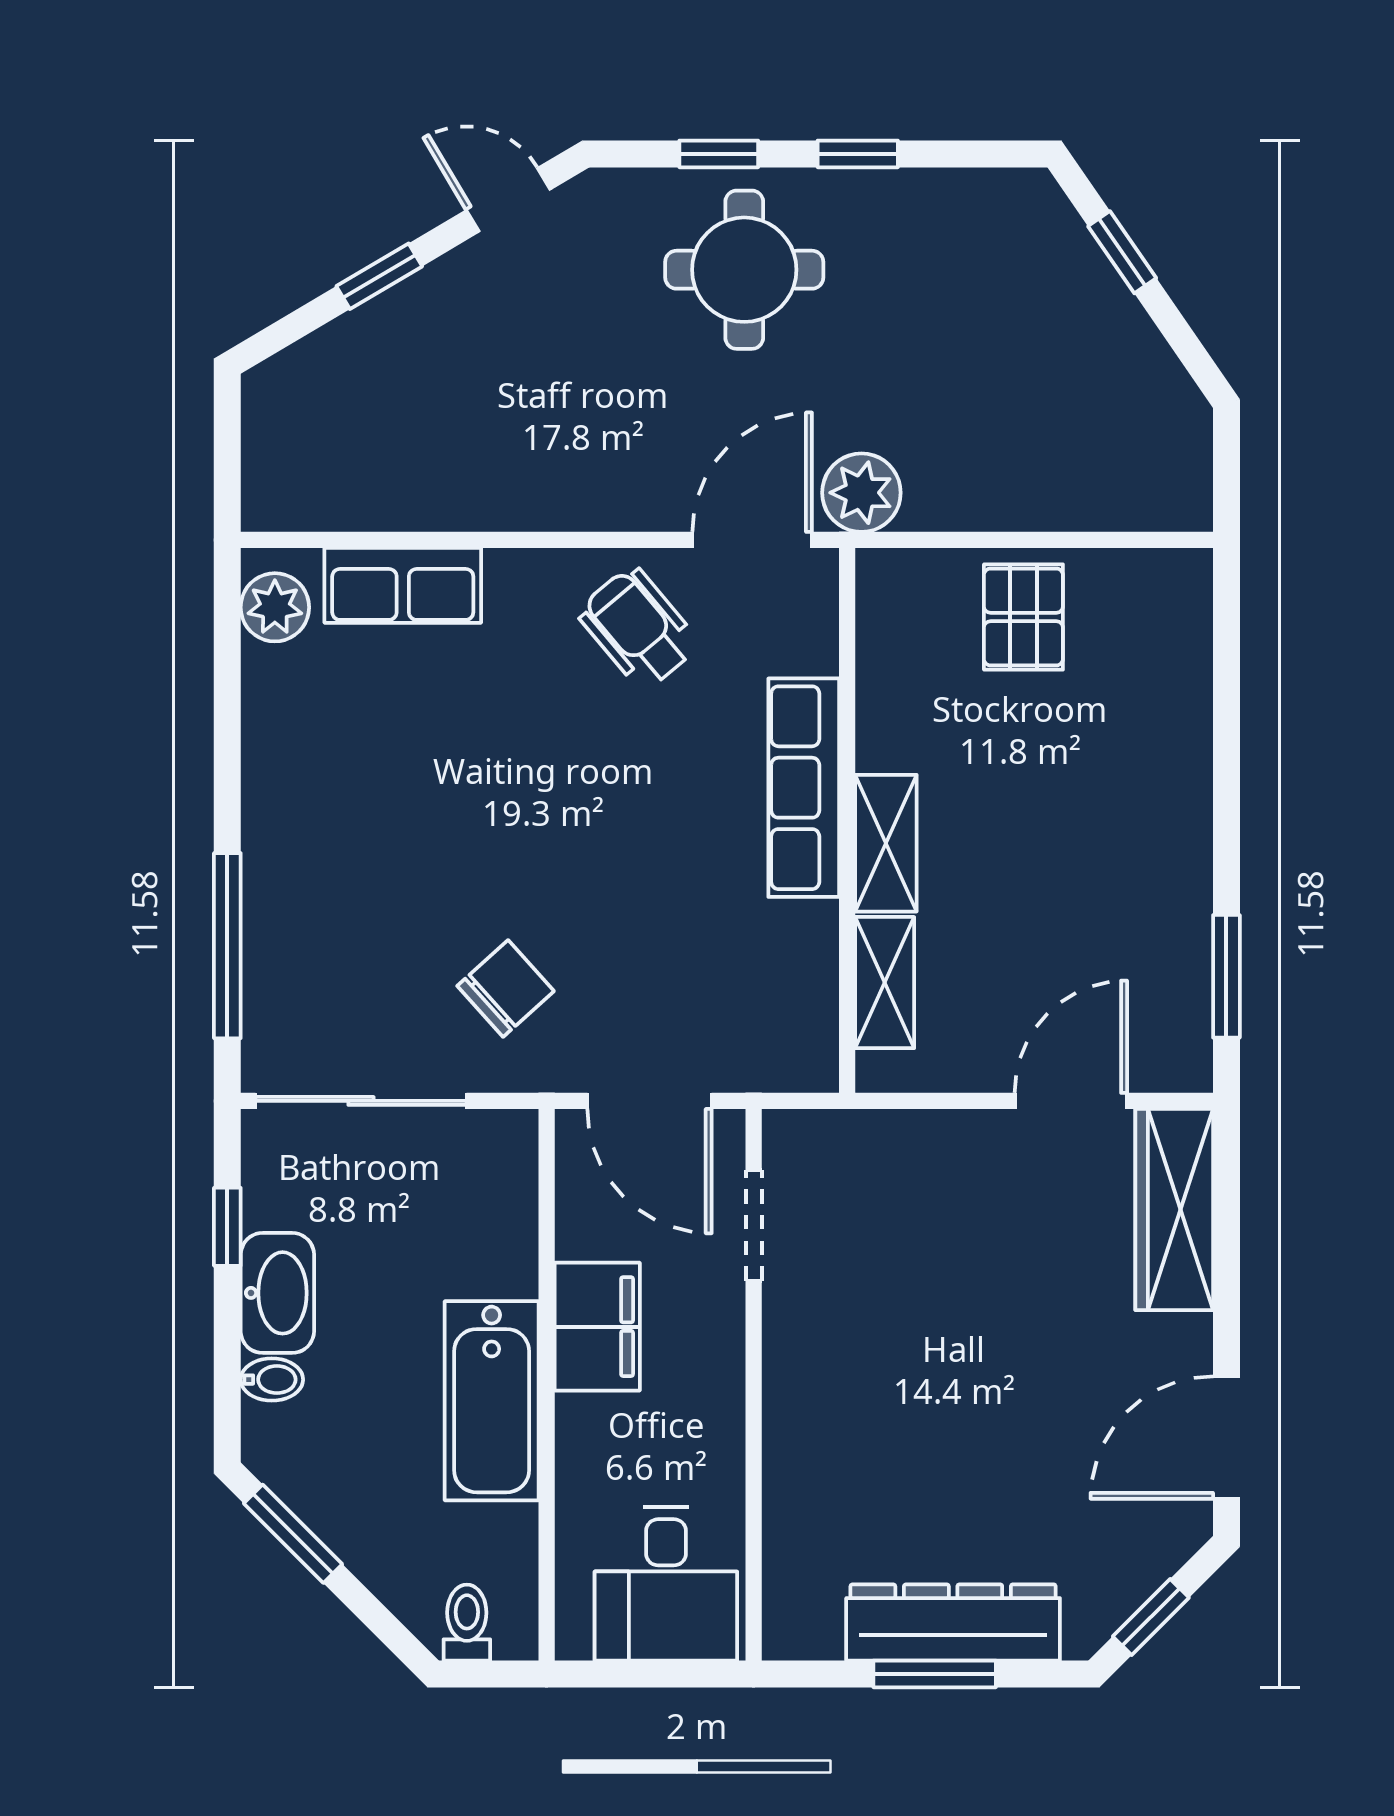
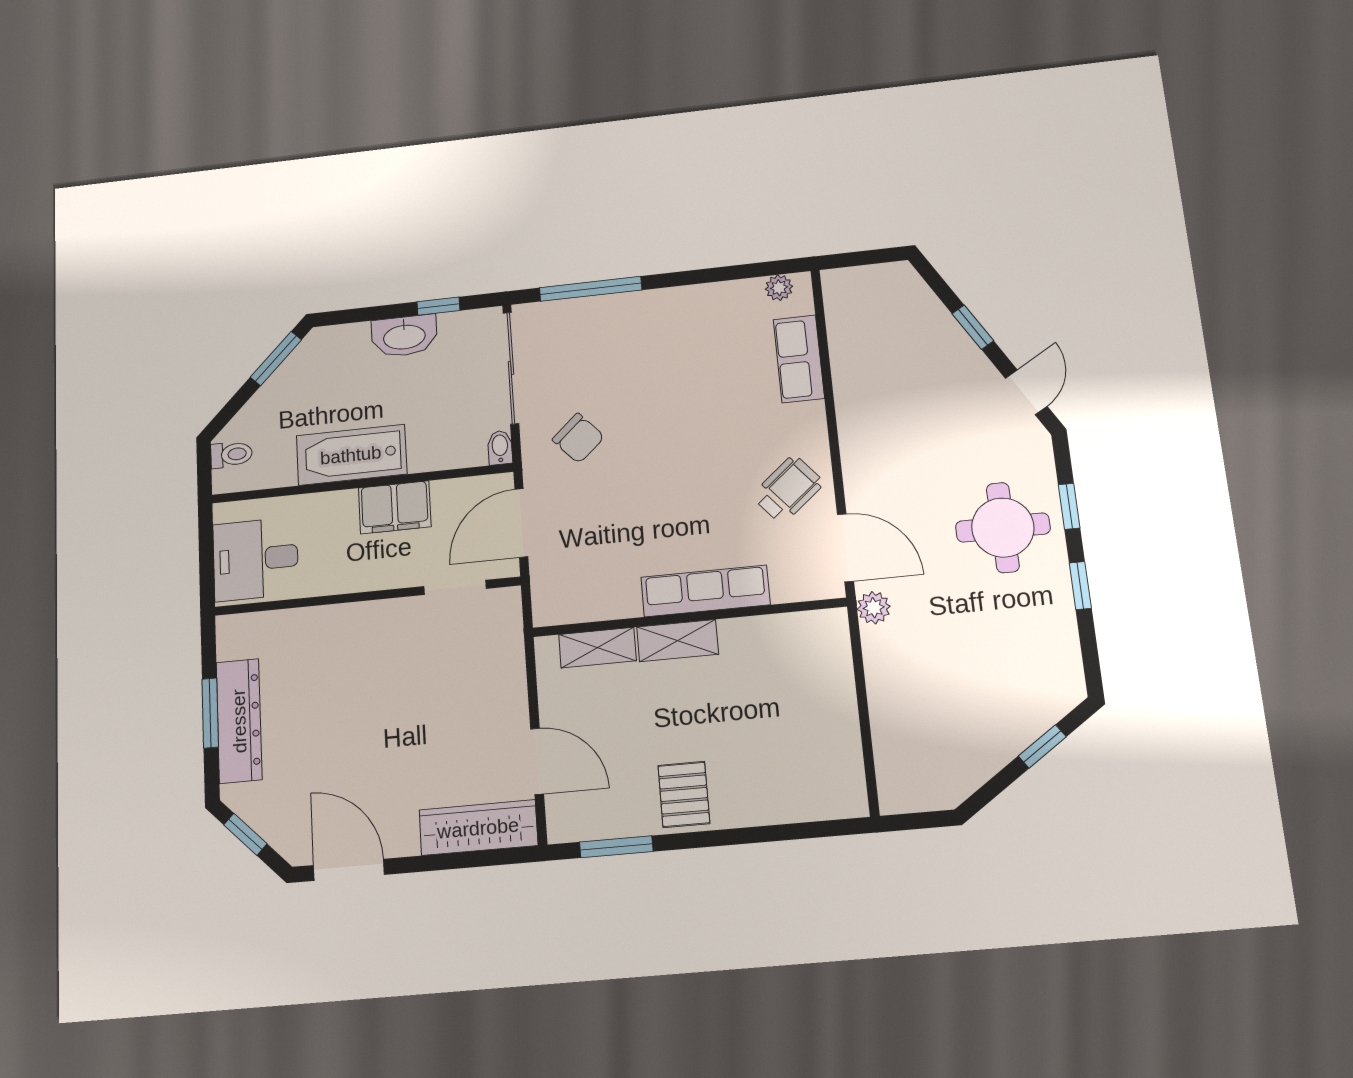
plant: (861, 493) -> (874, 608), width x0.73, depth x0.73
plant: (275, 607) -> (779, 288), width x0.73, depth x0.73
pallet: (1023, 617) -> (684, 794), moved, turned 90
bidet: (272, 1380) -> (500, 448), moved, turned 180

